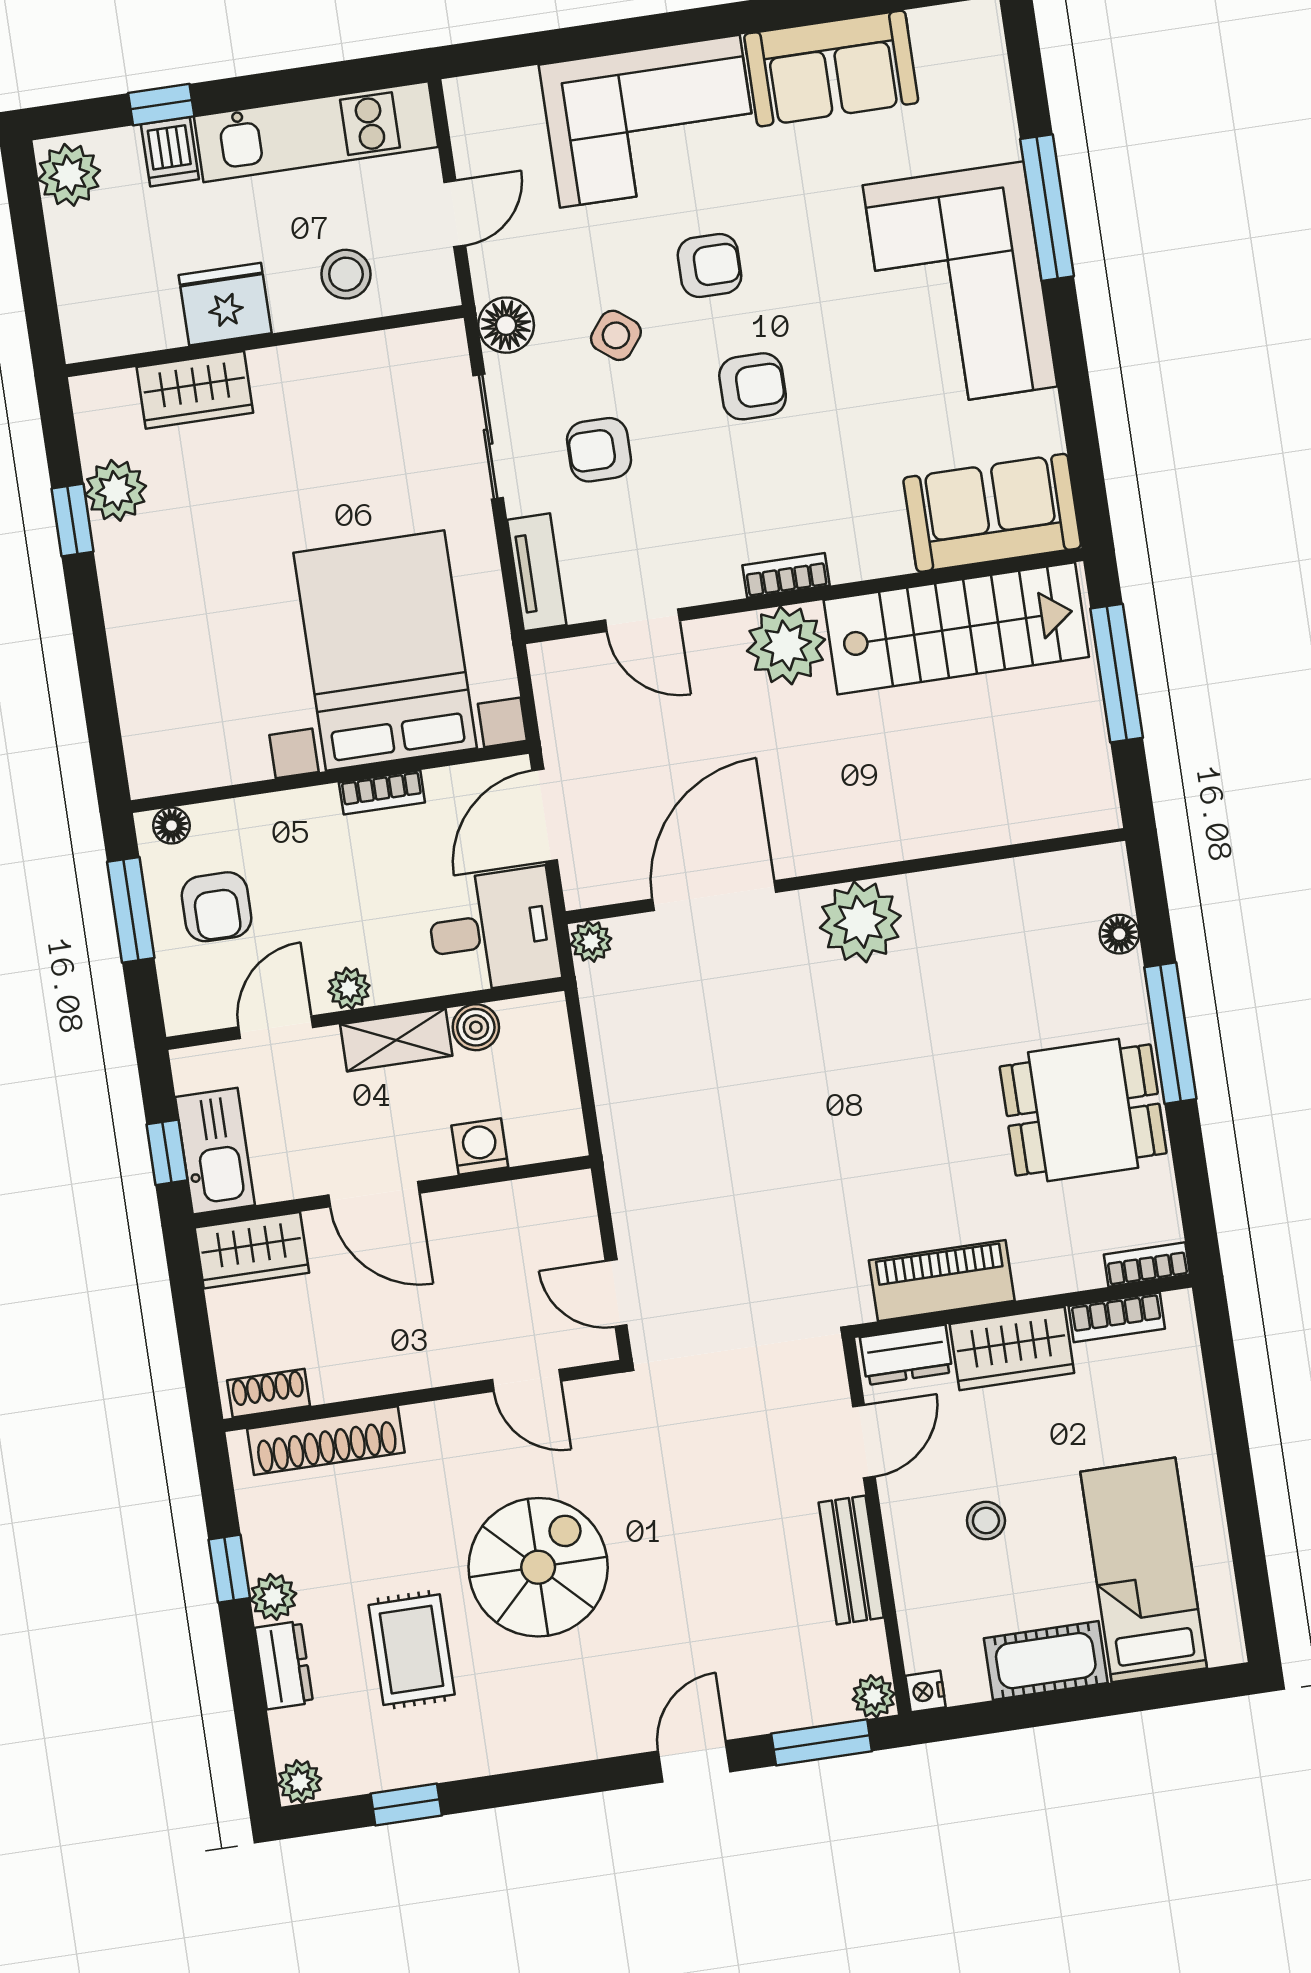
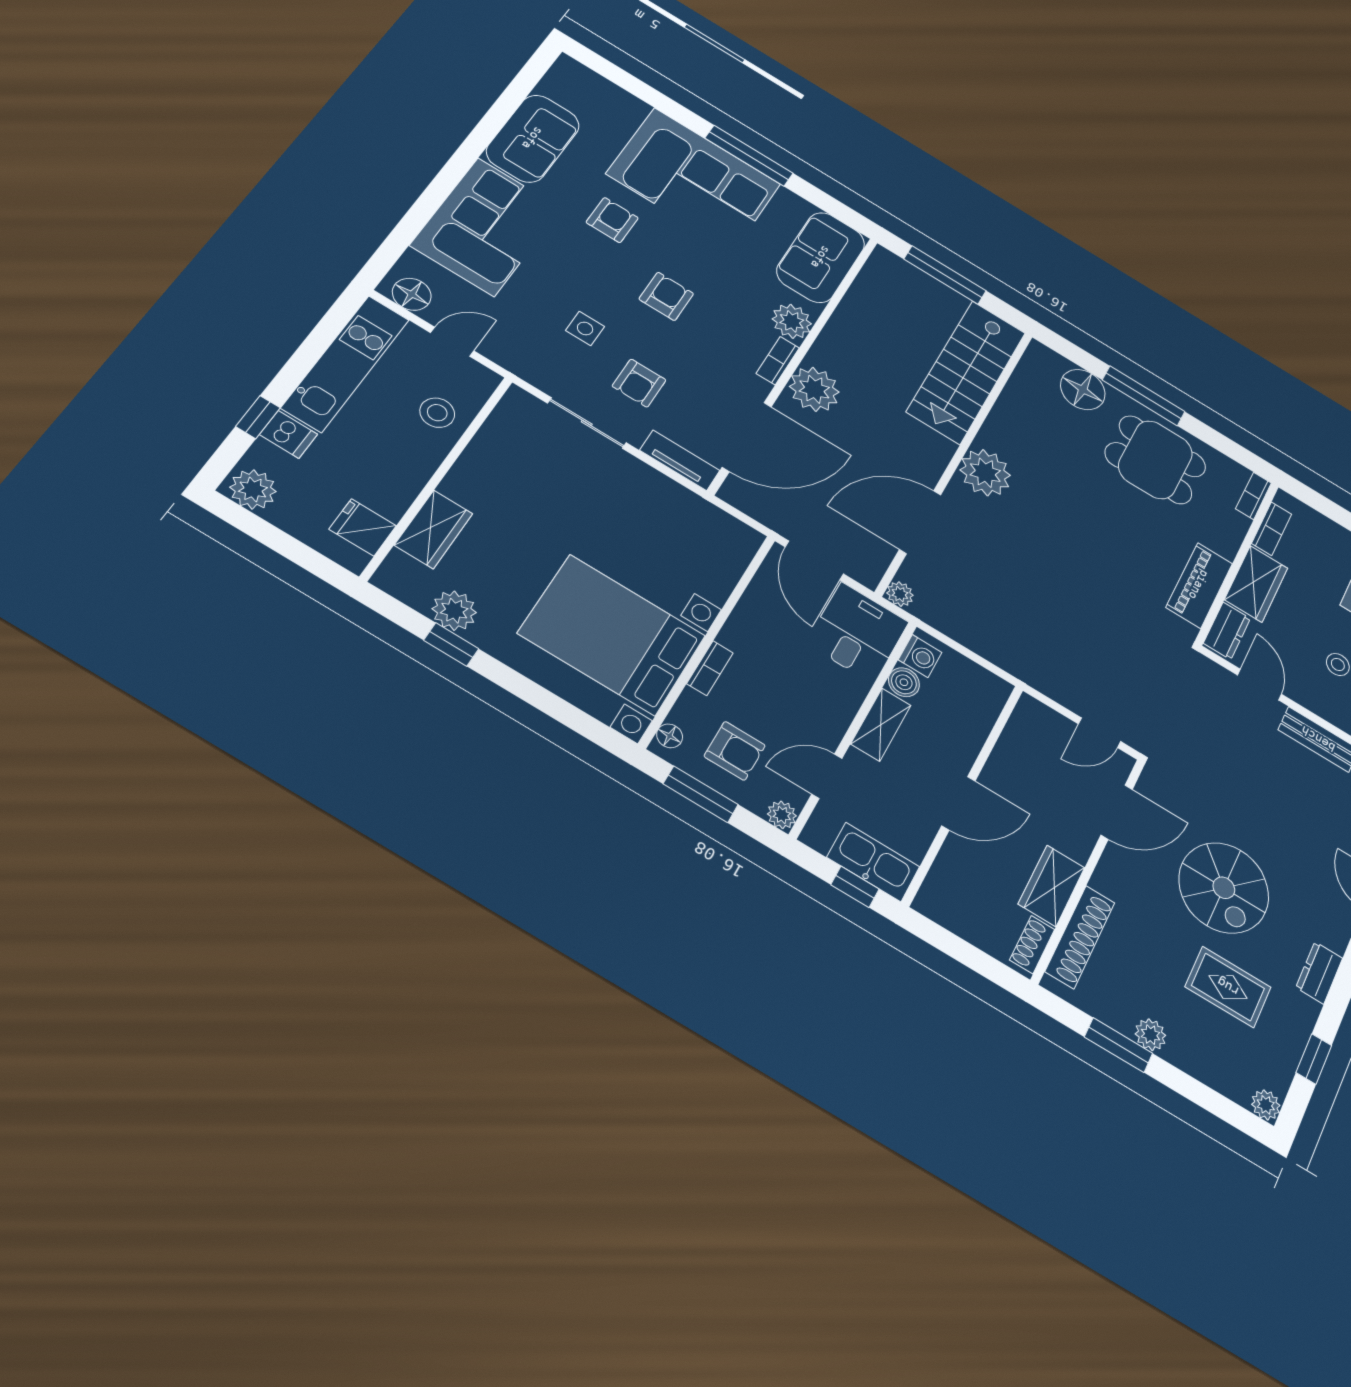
window: (1047, 208) -> (749, 156), moved
door: (455, 214) -> (452, 342), hinge flipped
armchair: (710, 265) -> (612, 220), moved
fridge: (225, 304) -> (363, 527), moved, width x0.72
floor lamp: (506, 325) -> (412, 294), moved
side table: (616, 335) -> (585, 329), turned -38
plant: (860, 549) -> (792, 321), added
door: (642, 620) -> (747, 437), width x1.88
stairs: (956, 628) -> (966, 372), moved, turned 180
bed with nightstands: (385, 651) -> (612, 635), moved
bookcase: (382, 792) -> (710, 668), moved
door: (714, 896) -> (920, 522), hinge flipped
floor lamp: (1119, 934) -> (1083, 390), width x1.89, depth x1.89
plant: (349, 988) -> (782, 815), moved
door: (276, 1027) -> (827, 776), hinge flipped
dining table: (1083, 1110) -> (1155, 460), turned 90
washing machine: (480, 1146) -> (920, 656), moved, turned 180
wardrobe: (252, 1250) -> (1051, 886), moved, turned 180
door: (526, 1380) -> (1117, 812), width x1.38
spiral stairs: (538, 1567) -> (1224, 888), turned 180
window: (229, 1569) -> (1119, 1045), width x1.50
dresser: (284, 1665) -> (1319, 973), moved, turned -90

